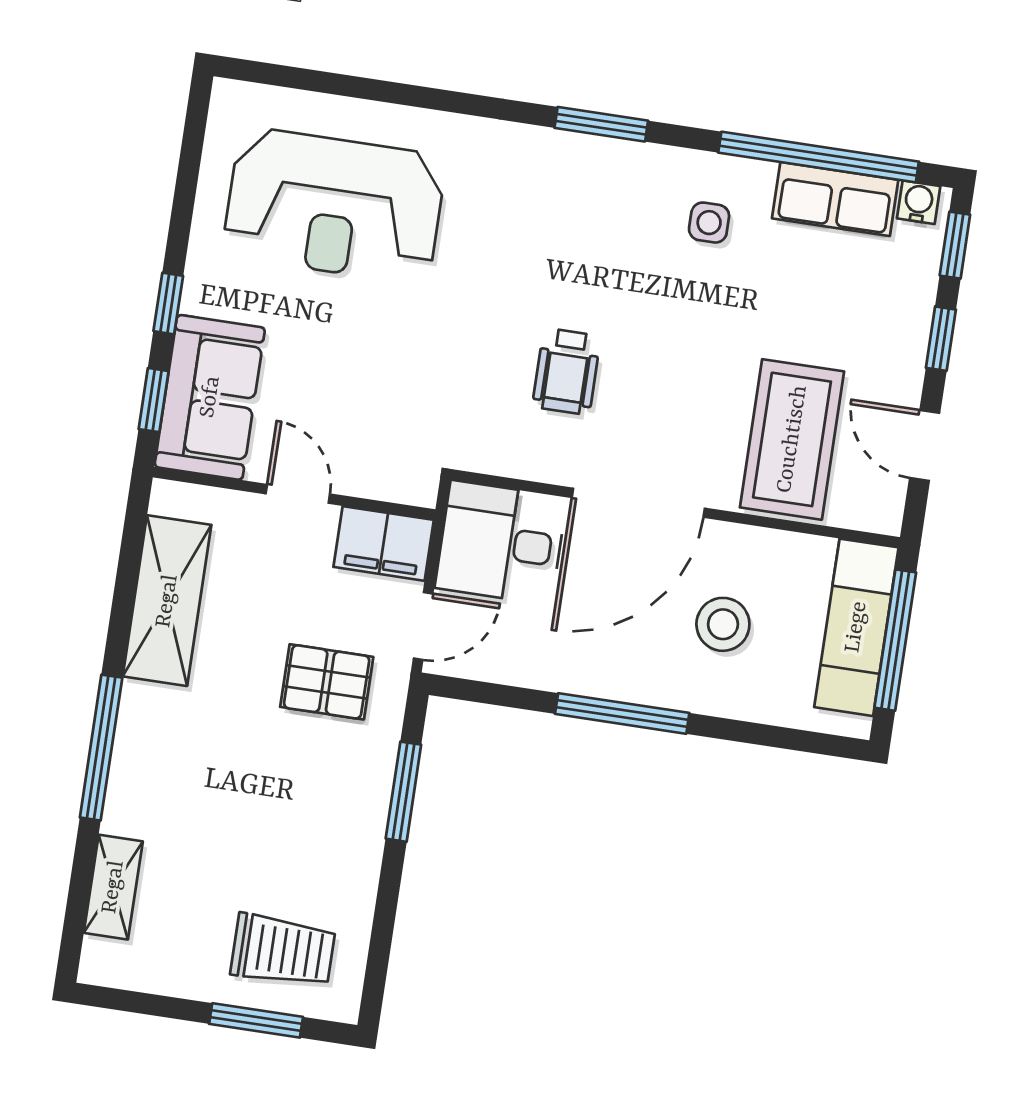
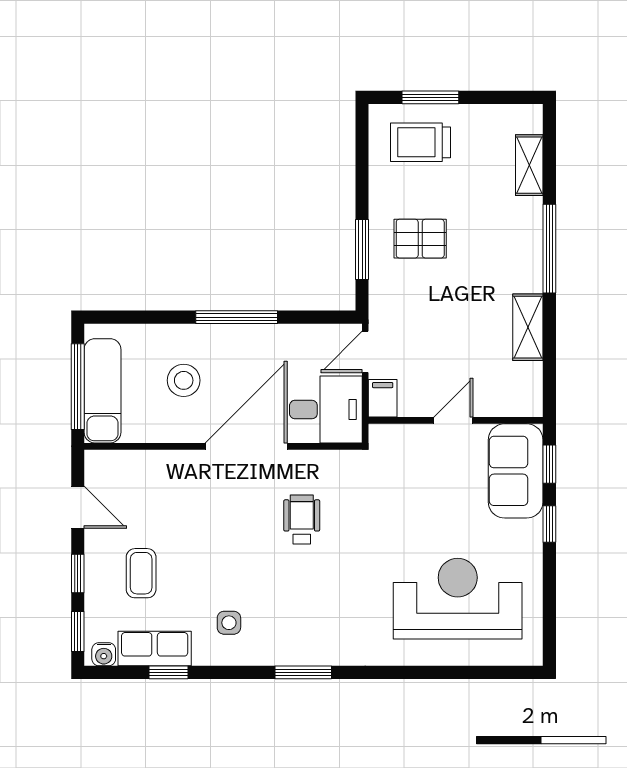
window: (819, 157) -> (169, 672), width x0.32
coffee table: (792, 439) -> (141, 573), moved, width x0.54, depth x0.58
door: (298, 494) -> (453, 420), swing flipped
filing cabinet: (384, 543) -> (383, 398), width x0.50
shelving: (167, 601) -> (528, 327), width x0.67, depth x0.75
pallet: (327, 682) -> (420, 239), moved

